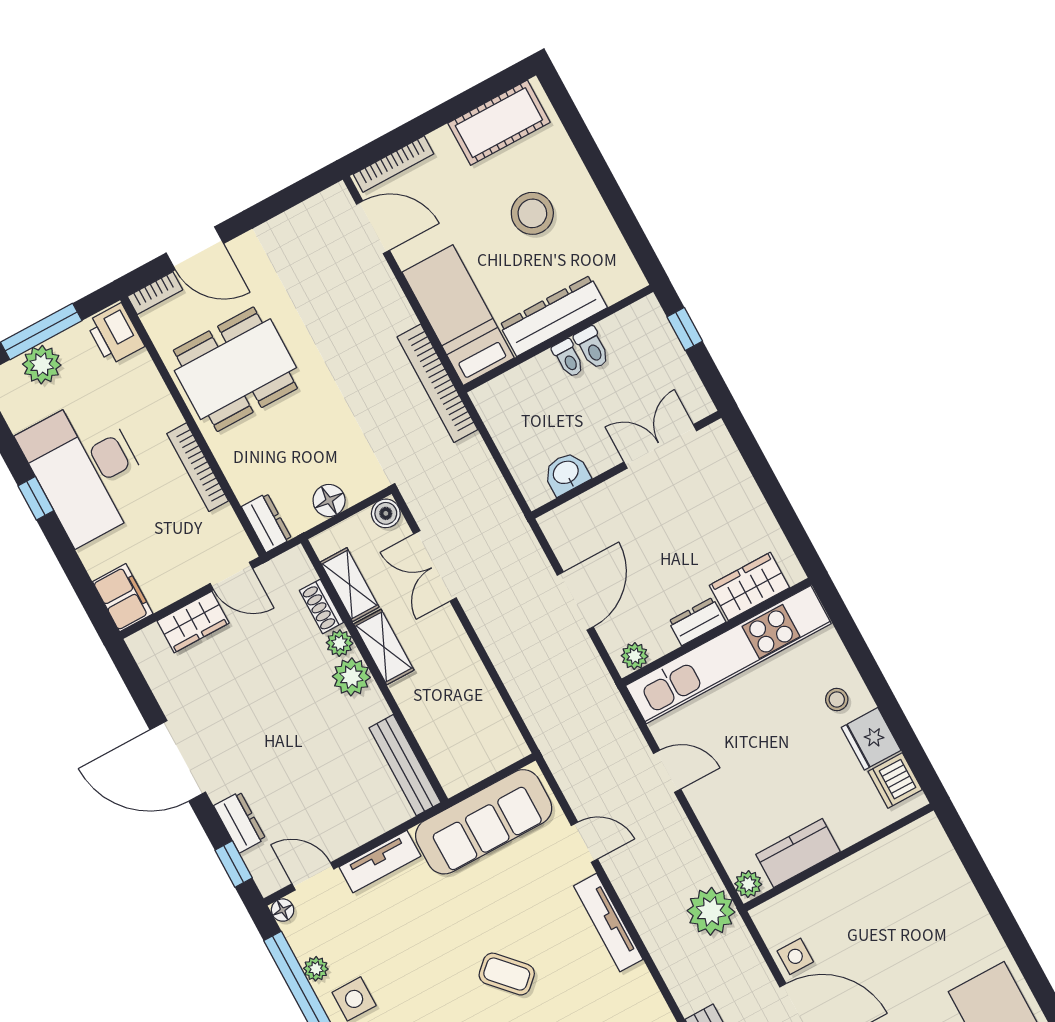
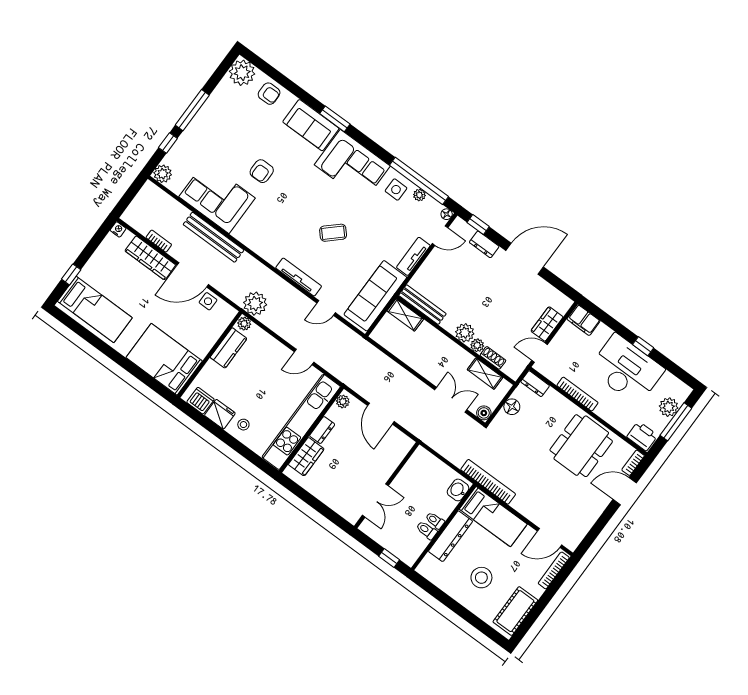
washbasin: (566, 473) -> (458, 490), moved, turned 180
shelving: (384, 647) -> (405, 315), moved
bed: (926, 888) -> (164, 359), added

